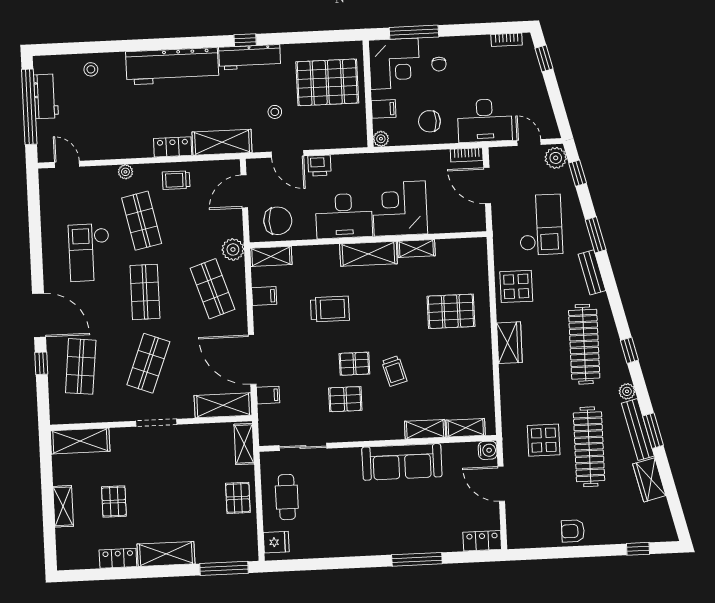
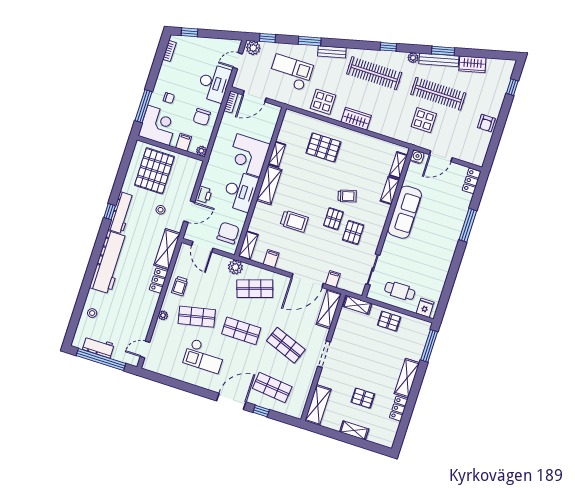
trolley: (330, 309) -> (294, 221), turned 90
pallet: (451, 311) -> (323, 147), turned 90

